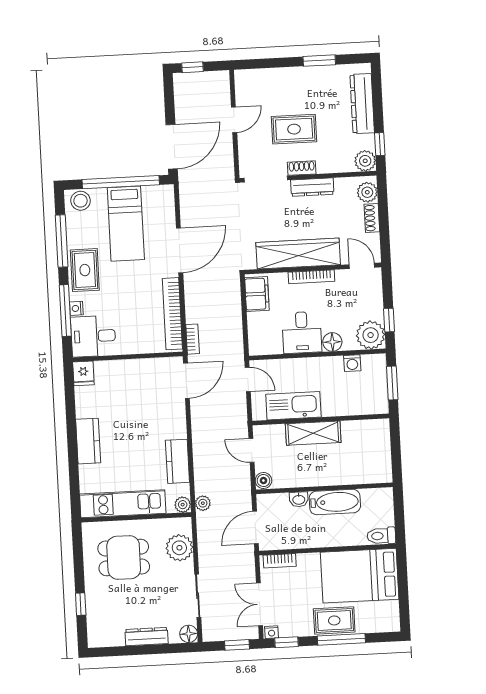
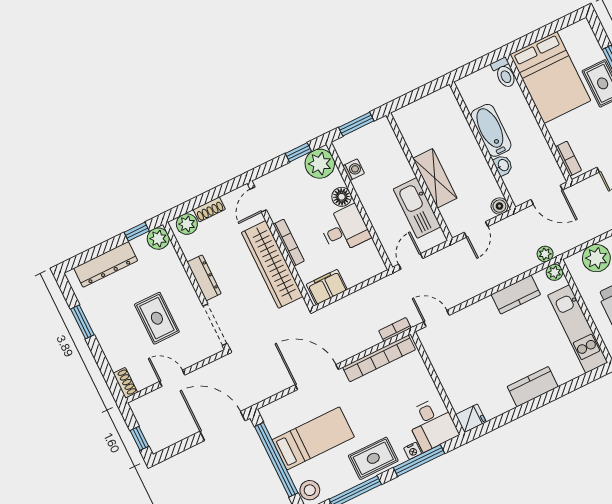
shoe rack: (302, 168) -> (125, 383), moved, turned 180
door: (186, 381) -> (436, 318), width x0.73

